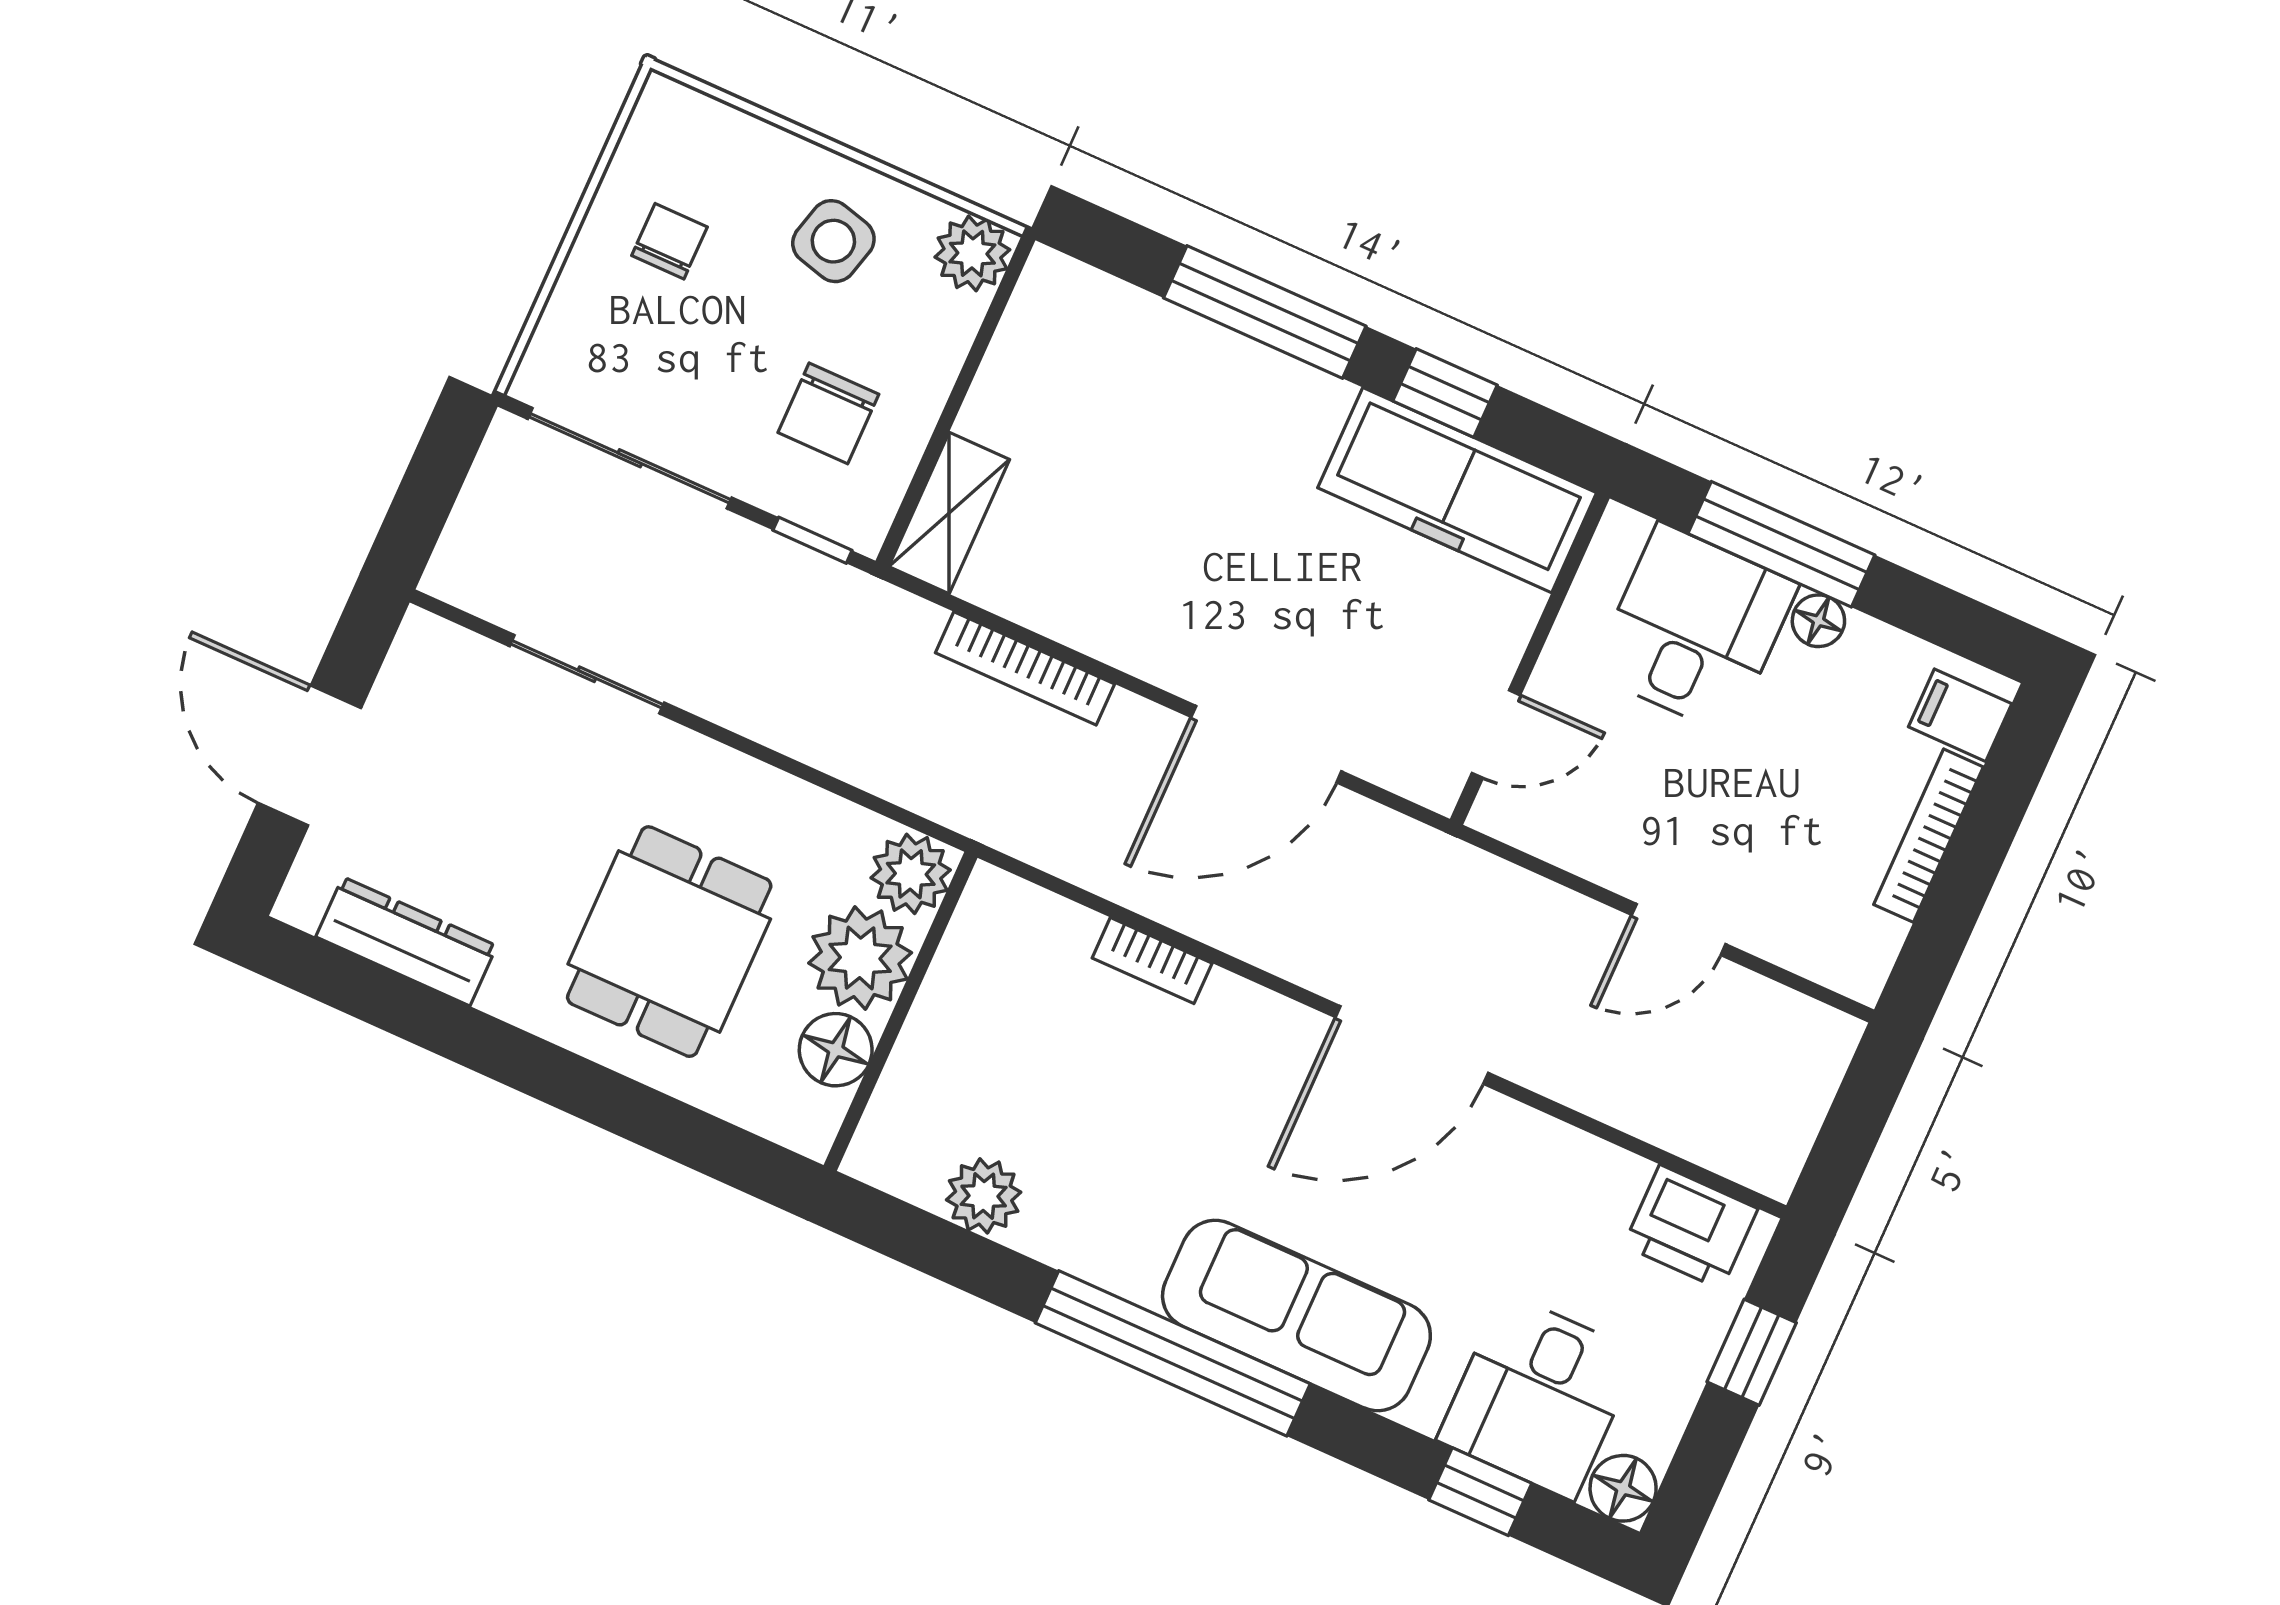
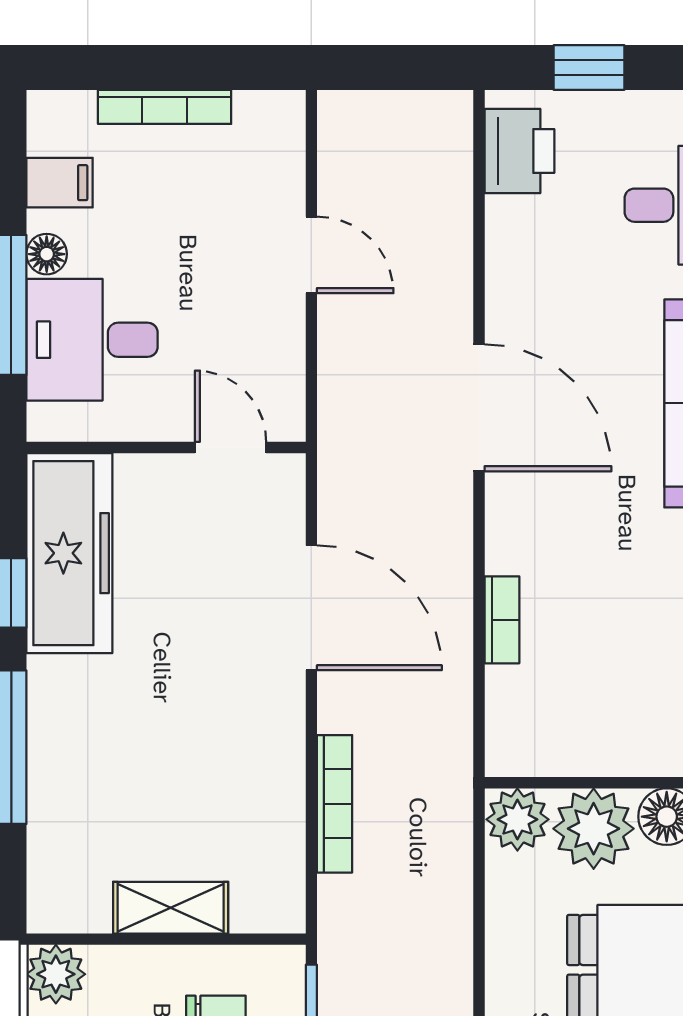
shelving: (949, 513) -> (171, 908), moved
filing cabinet: (1960, 715) -> (60, 183), moved, turned -90

